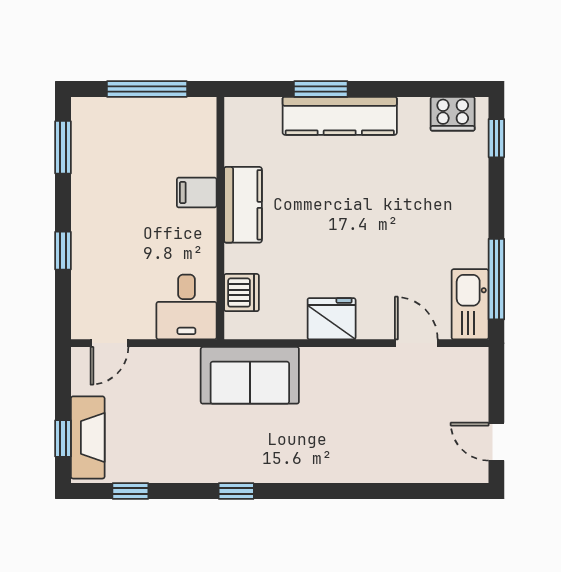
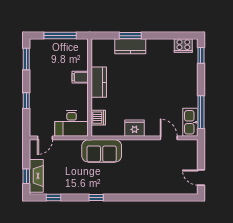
kitchen counter: (340, 116) -> (130, 46), width x0.67
desk: (186, 307) -> (72, 123), width x1.37

